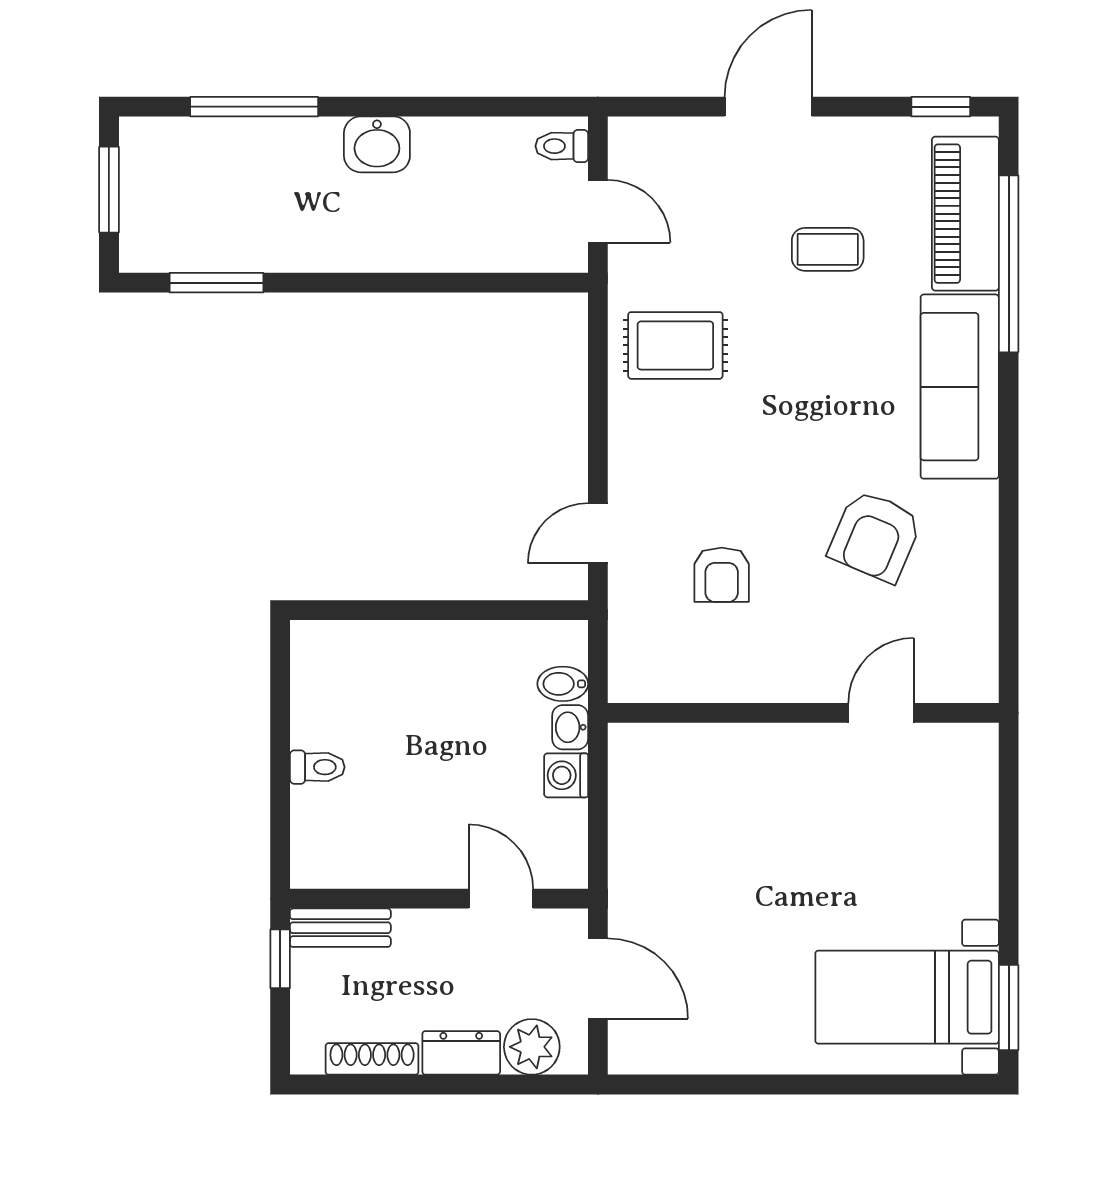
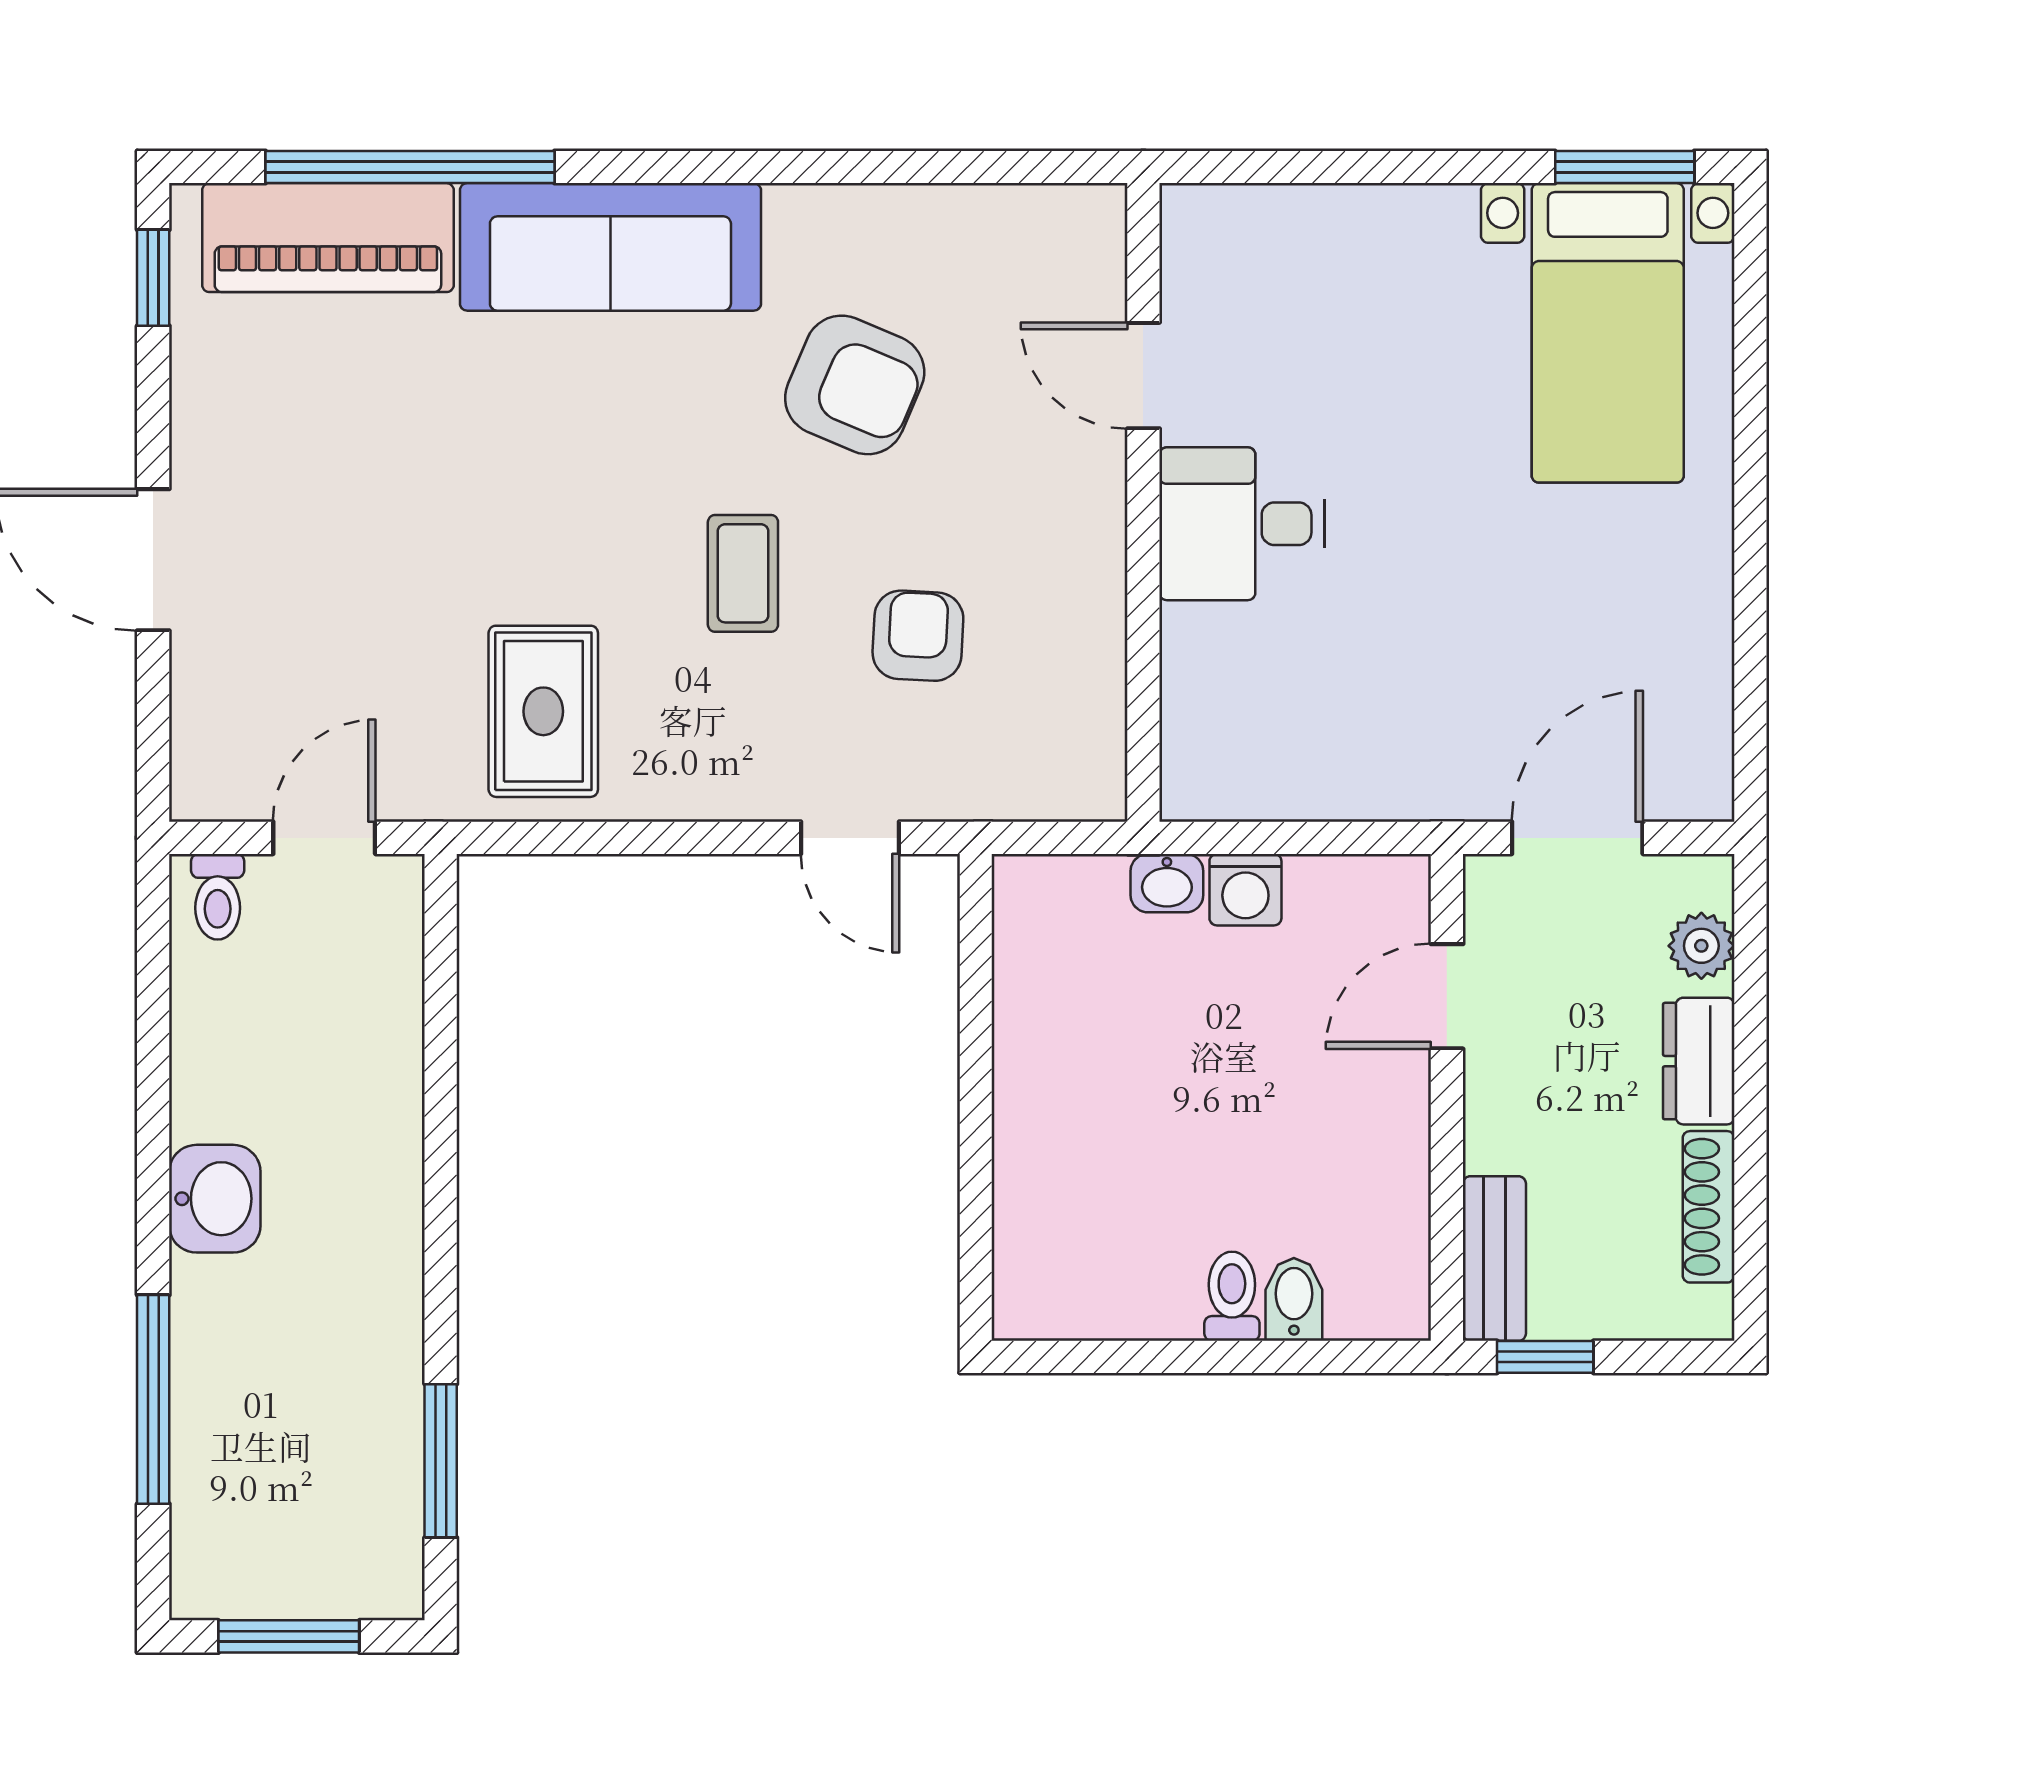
coffee table: (828, 249) -> (743, 573), moved
armchair: (722, 575) -> (918, 636), turned -87
bidet: (563, 684) -> (1294, 1299), moved, turned 180
desk: (790, 773) -> (1242, 524), added
plant: (532, 1047) -> (1701, 946), width x0.73, depth x0.73

